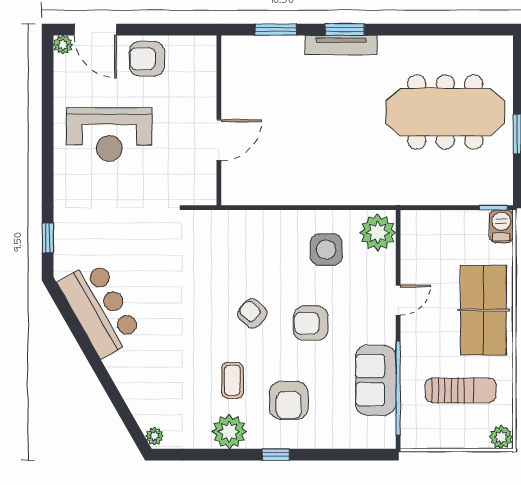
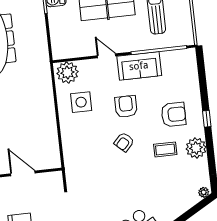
armchair: (311, 323) -> (126, 106), turned 180
sofa: (376, 380) -> (139, 66), moved

